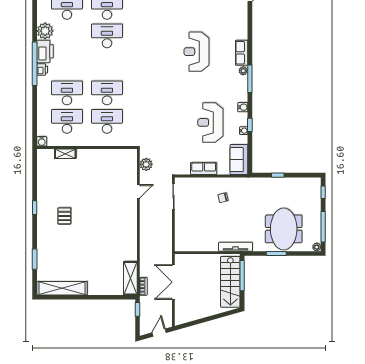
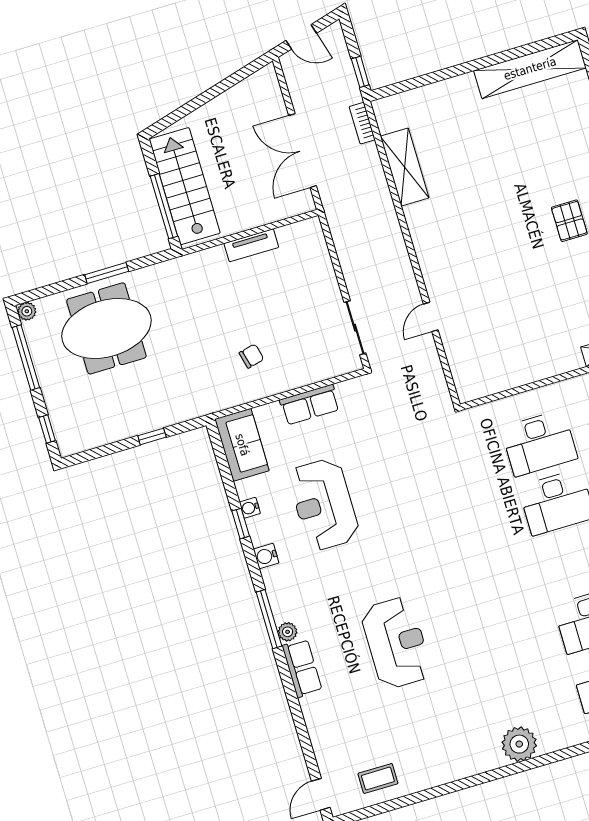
reception desk: (210, 122) -> (324, 504), turned 180
plant: (146, 164) -> (432, 378), removed
meeting table: (284, 229) -> (106, 328), turned 90
tv unit: (236, 247) -> (251, 245), moved, width x0.71
shelving: (130, 278) -> (405, 167), moved
double door: (173, 282) -> (303, 151), swing flipped
door: (159, 333) -> (301, 37), hinge flipped

